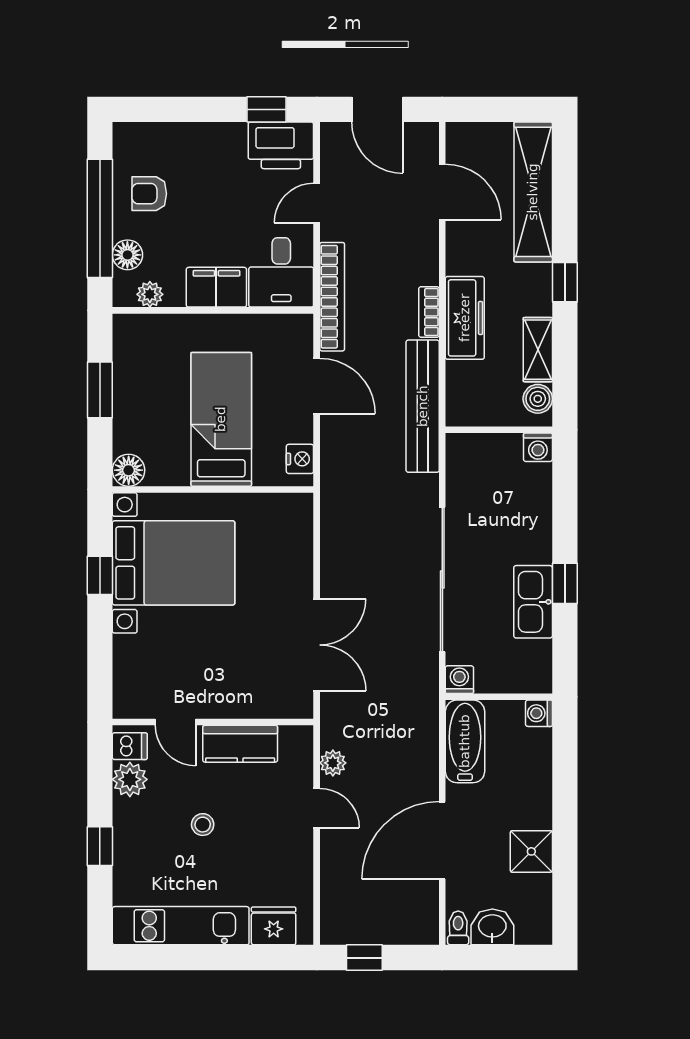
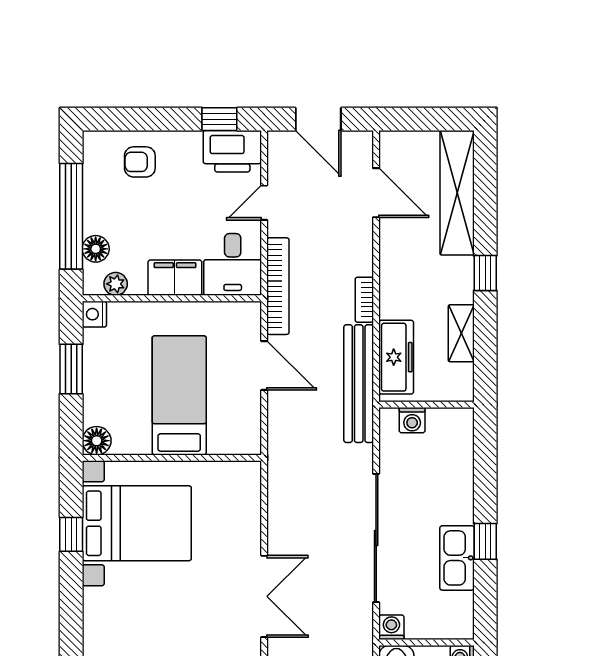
armchair: (149, 194) -> (140, 162), moved
freezer: (465, 318) -> (396, 357), moved
boiler: (538, 399) -> (461, 377), removed
washing machine: (538, 447) -> (412, 420), moved
nightstand: (300, 459) -> (94, 314), moved, turned 180

